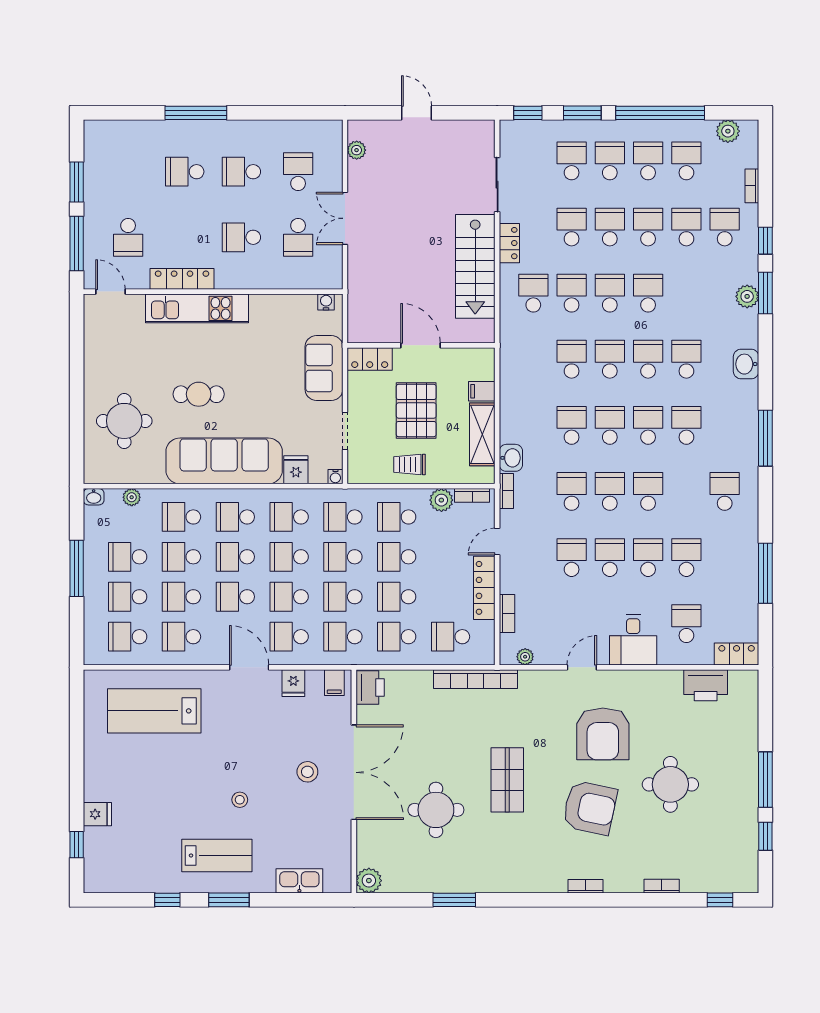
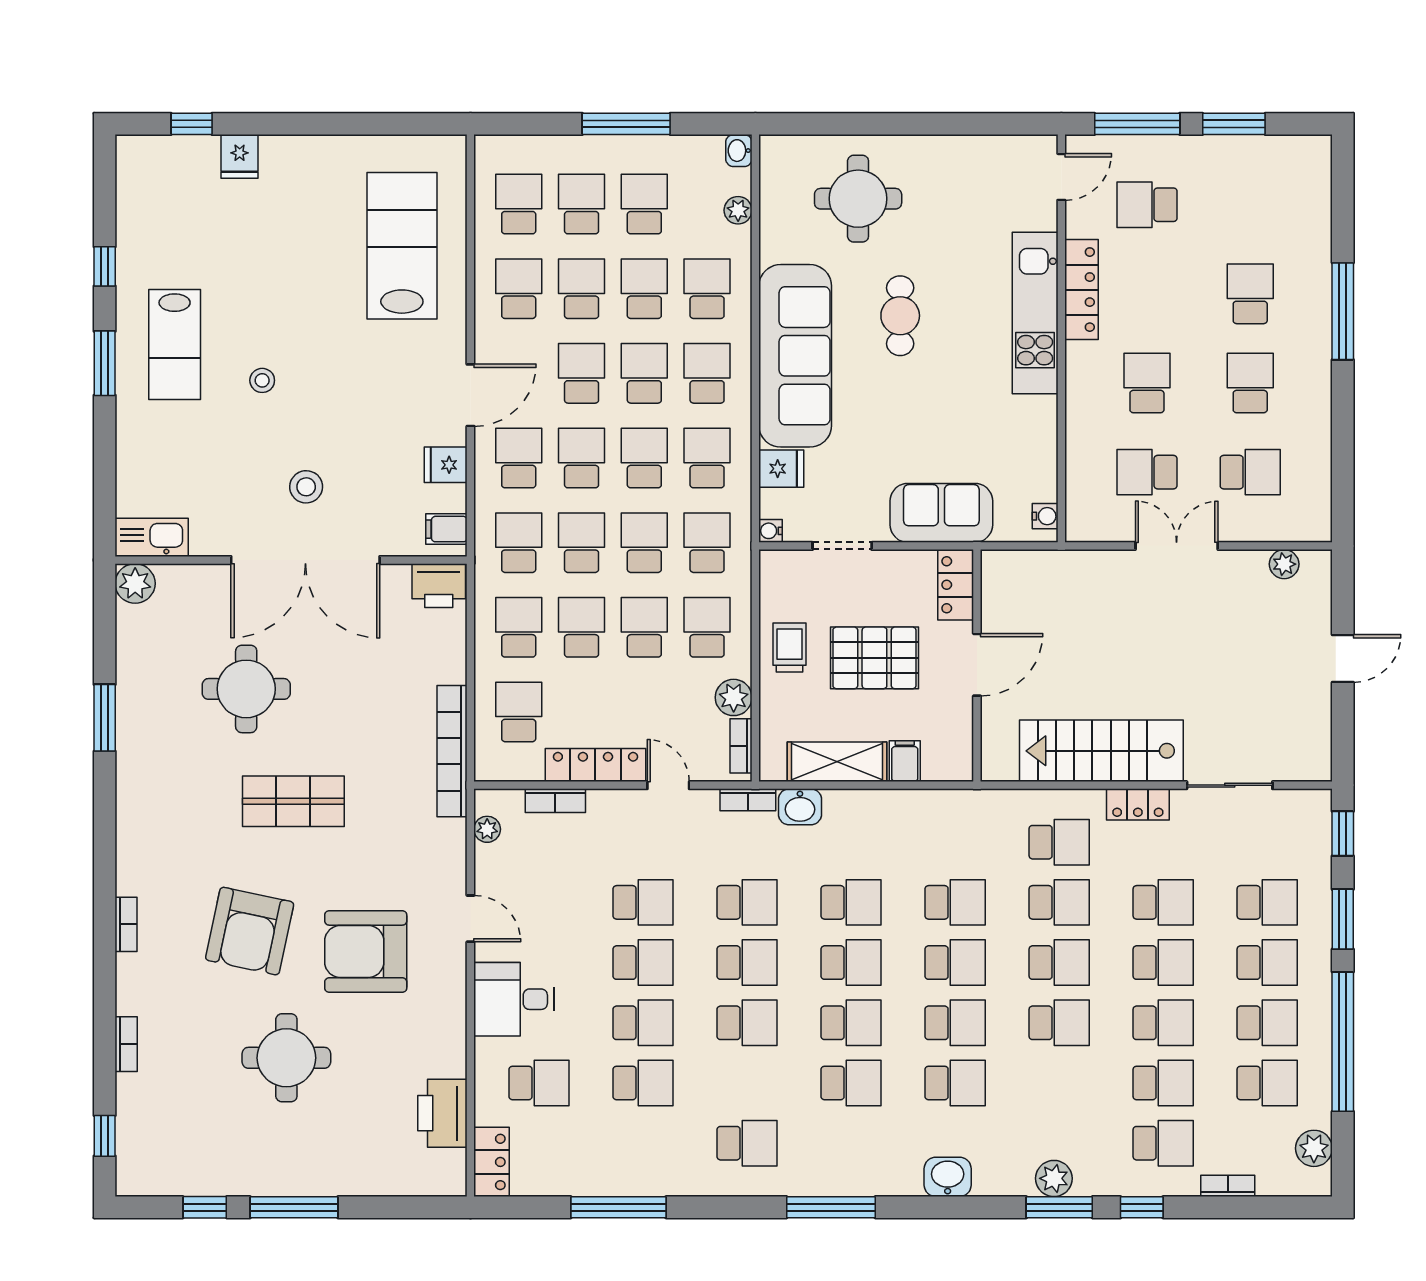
kitchen sink: (299, 881) -> (152, 537), moved, turned -90

